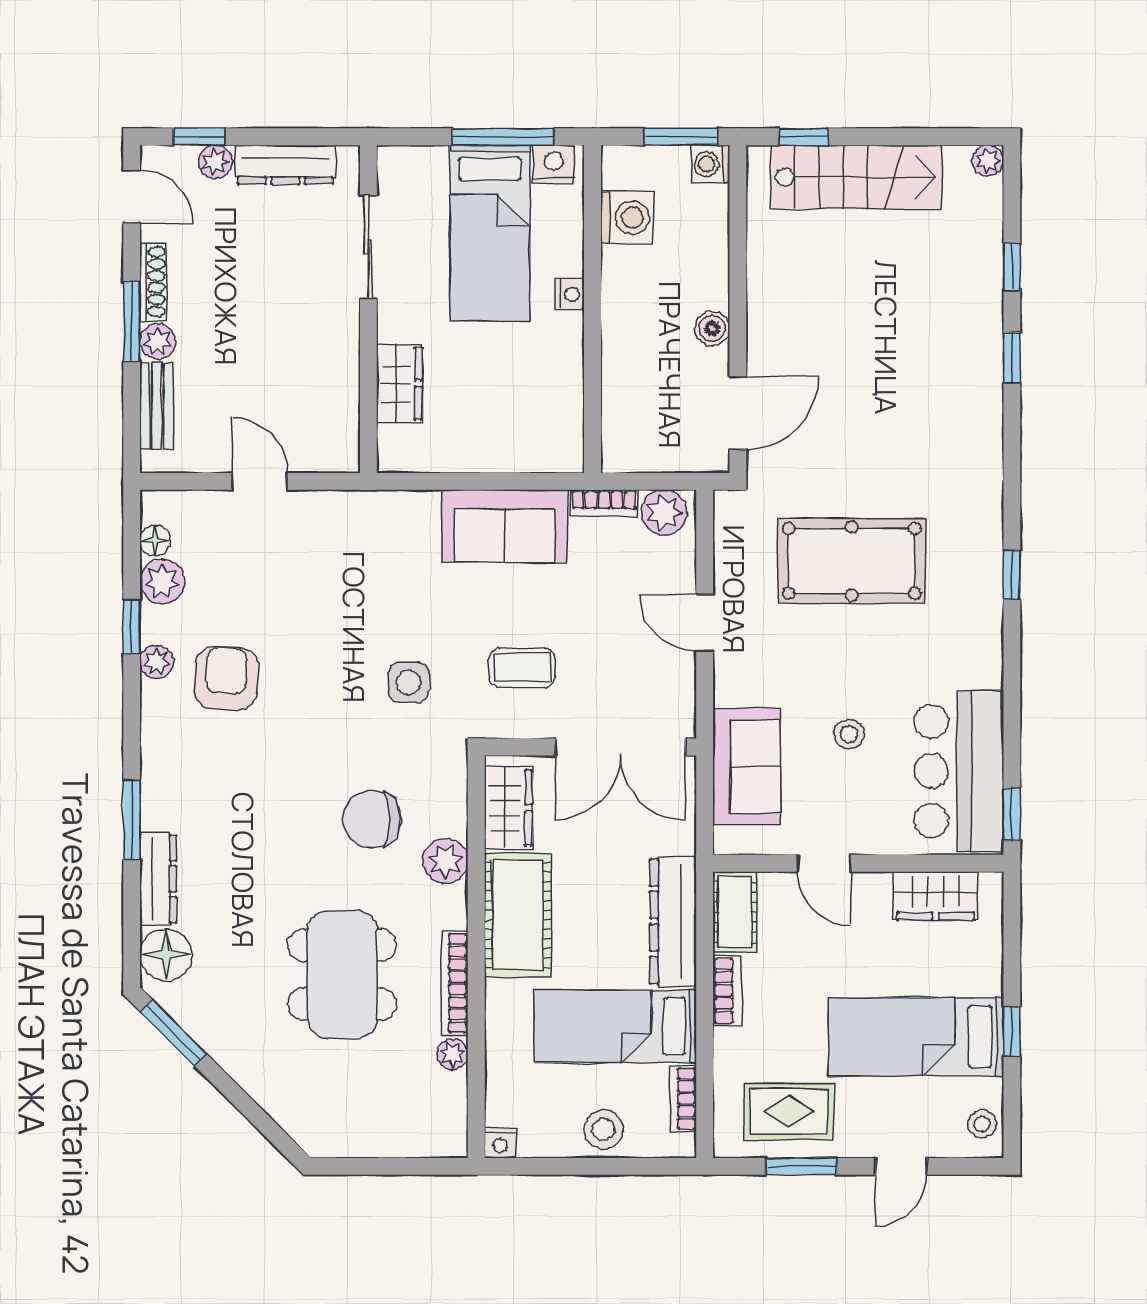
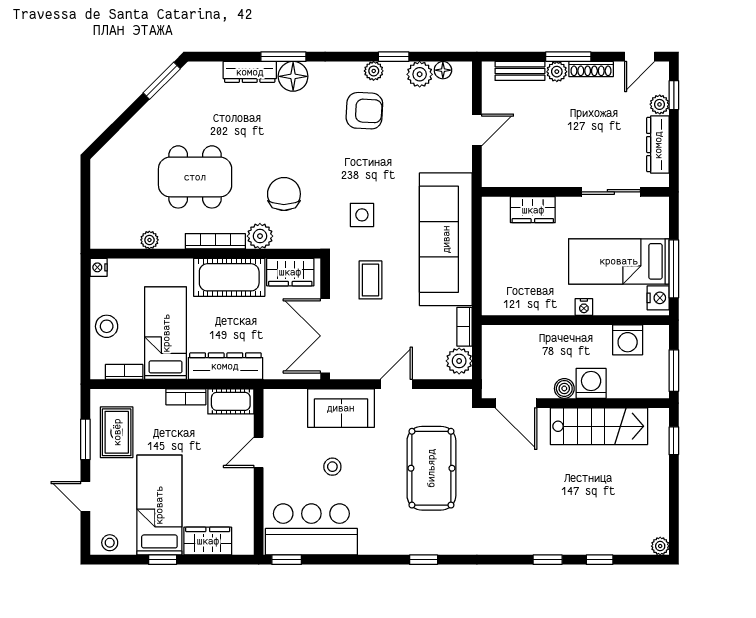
washing machine: (710, 164) -> (591, 383), moved, width x1.38, depth x1.38
stairs: (857, 177) -> (599, 426), moved, turned -90
sofa: (504, 526) -> (446, 239), width x1.85, depth x1.27
sofa: (747, 766) -> (341, 408), moved
wardrobe: (936, 896) -> (208, 541), moved, turned 90
floor lamp: (166, 955) -> (293, 76), moved
bookcase: (455, 983) -> (215, 241), moved

